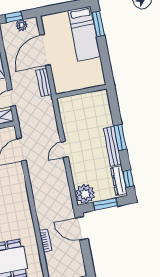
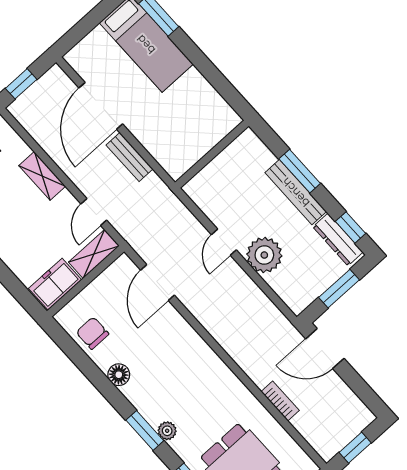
plant: (22, 25) -> (41, 89), removed
wall: (81, 92) -> (212, 154), moved
plant: (85, 194) -> (264, 255), moved

